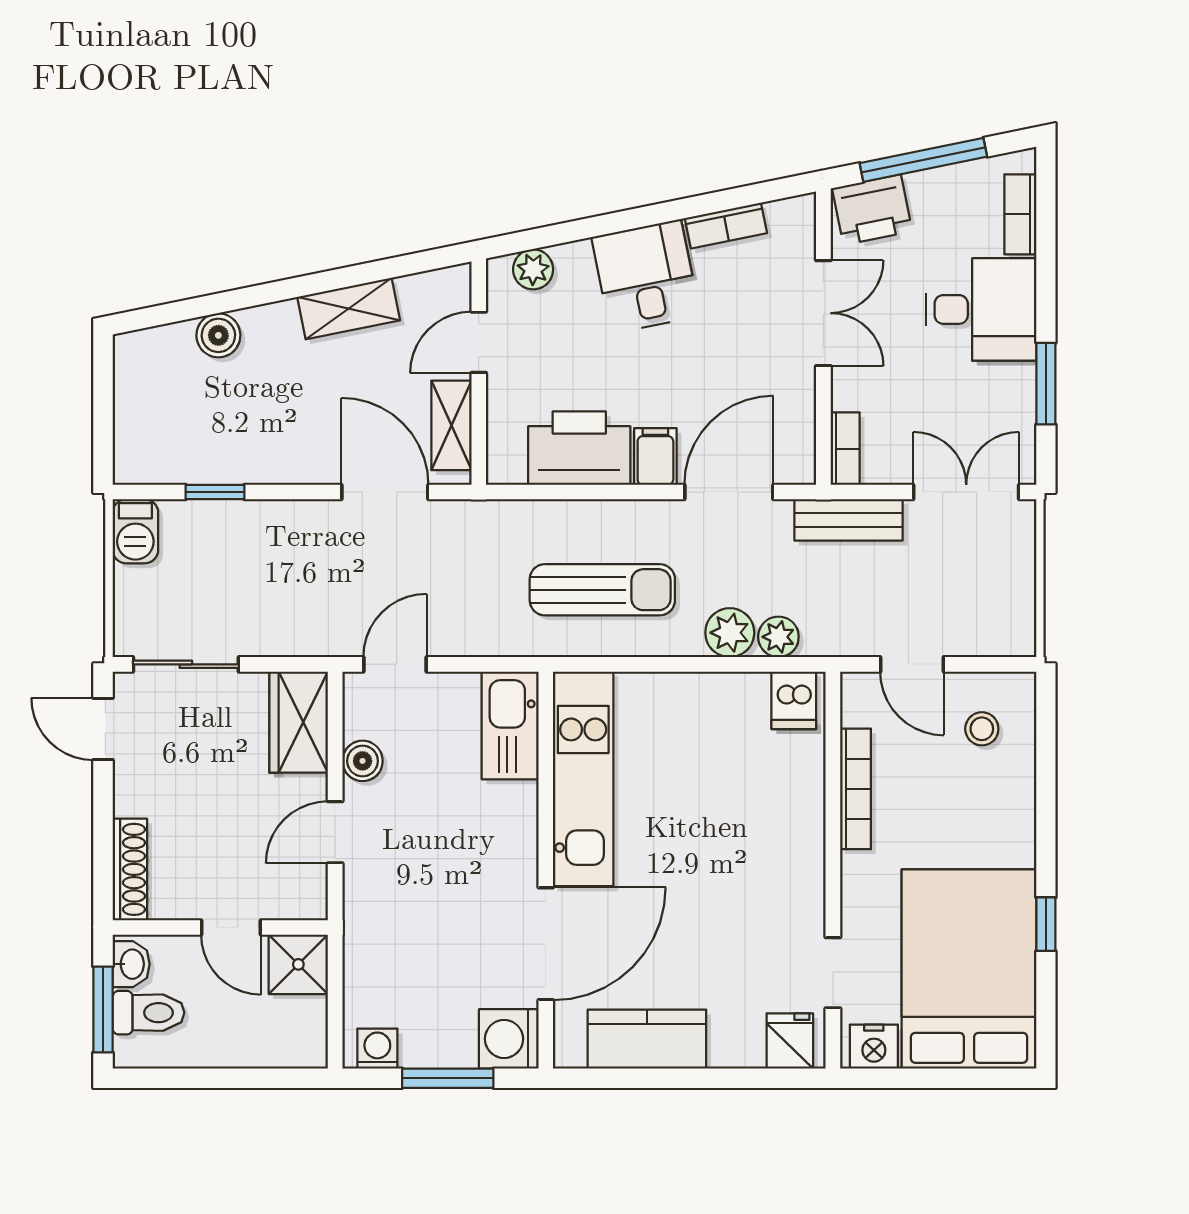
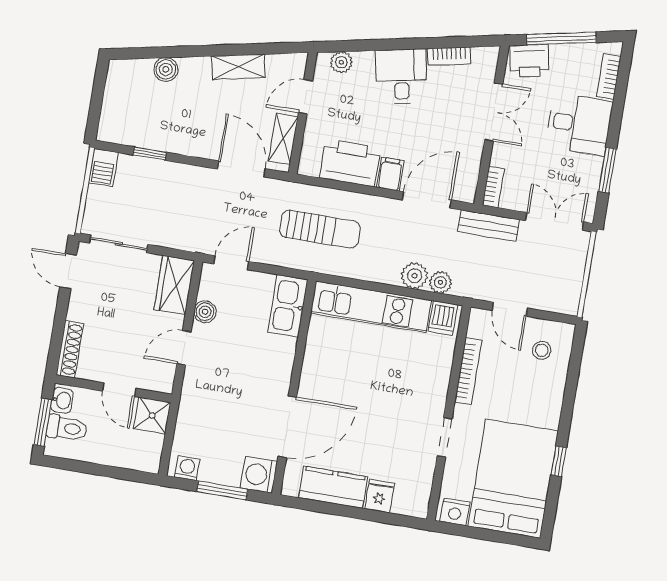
sun lounger: (602, 590) -> (320, 229), moved
kitchen unit: (583, 779) -> (371, 307), moved, turned 90
doorway: (833, 973) -> (445, 437), moved
fridge: (790, 1041) -> (380, 496), moved

